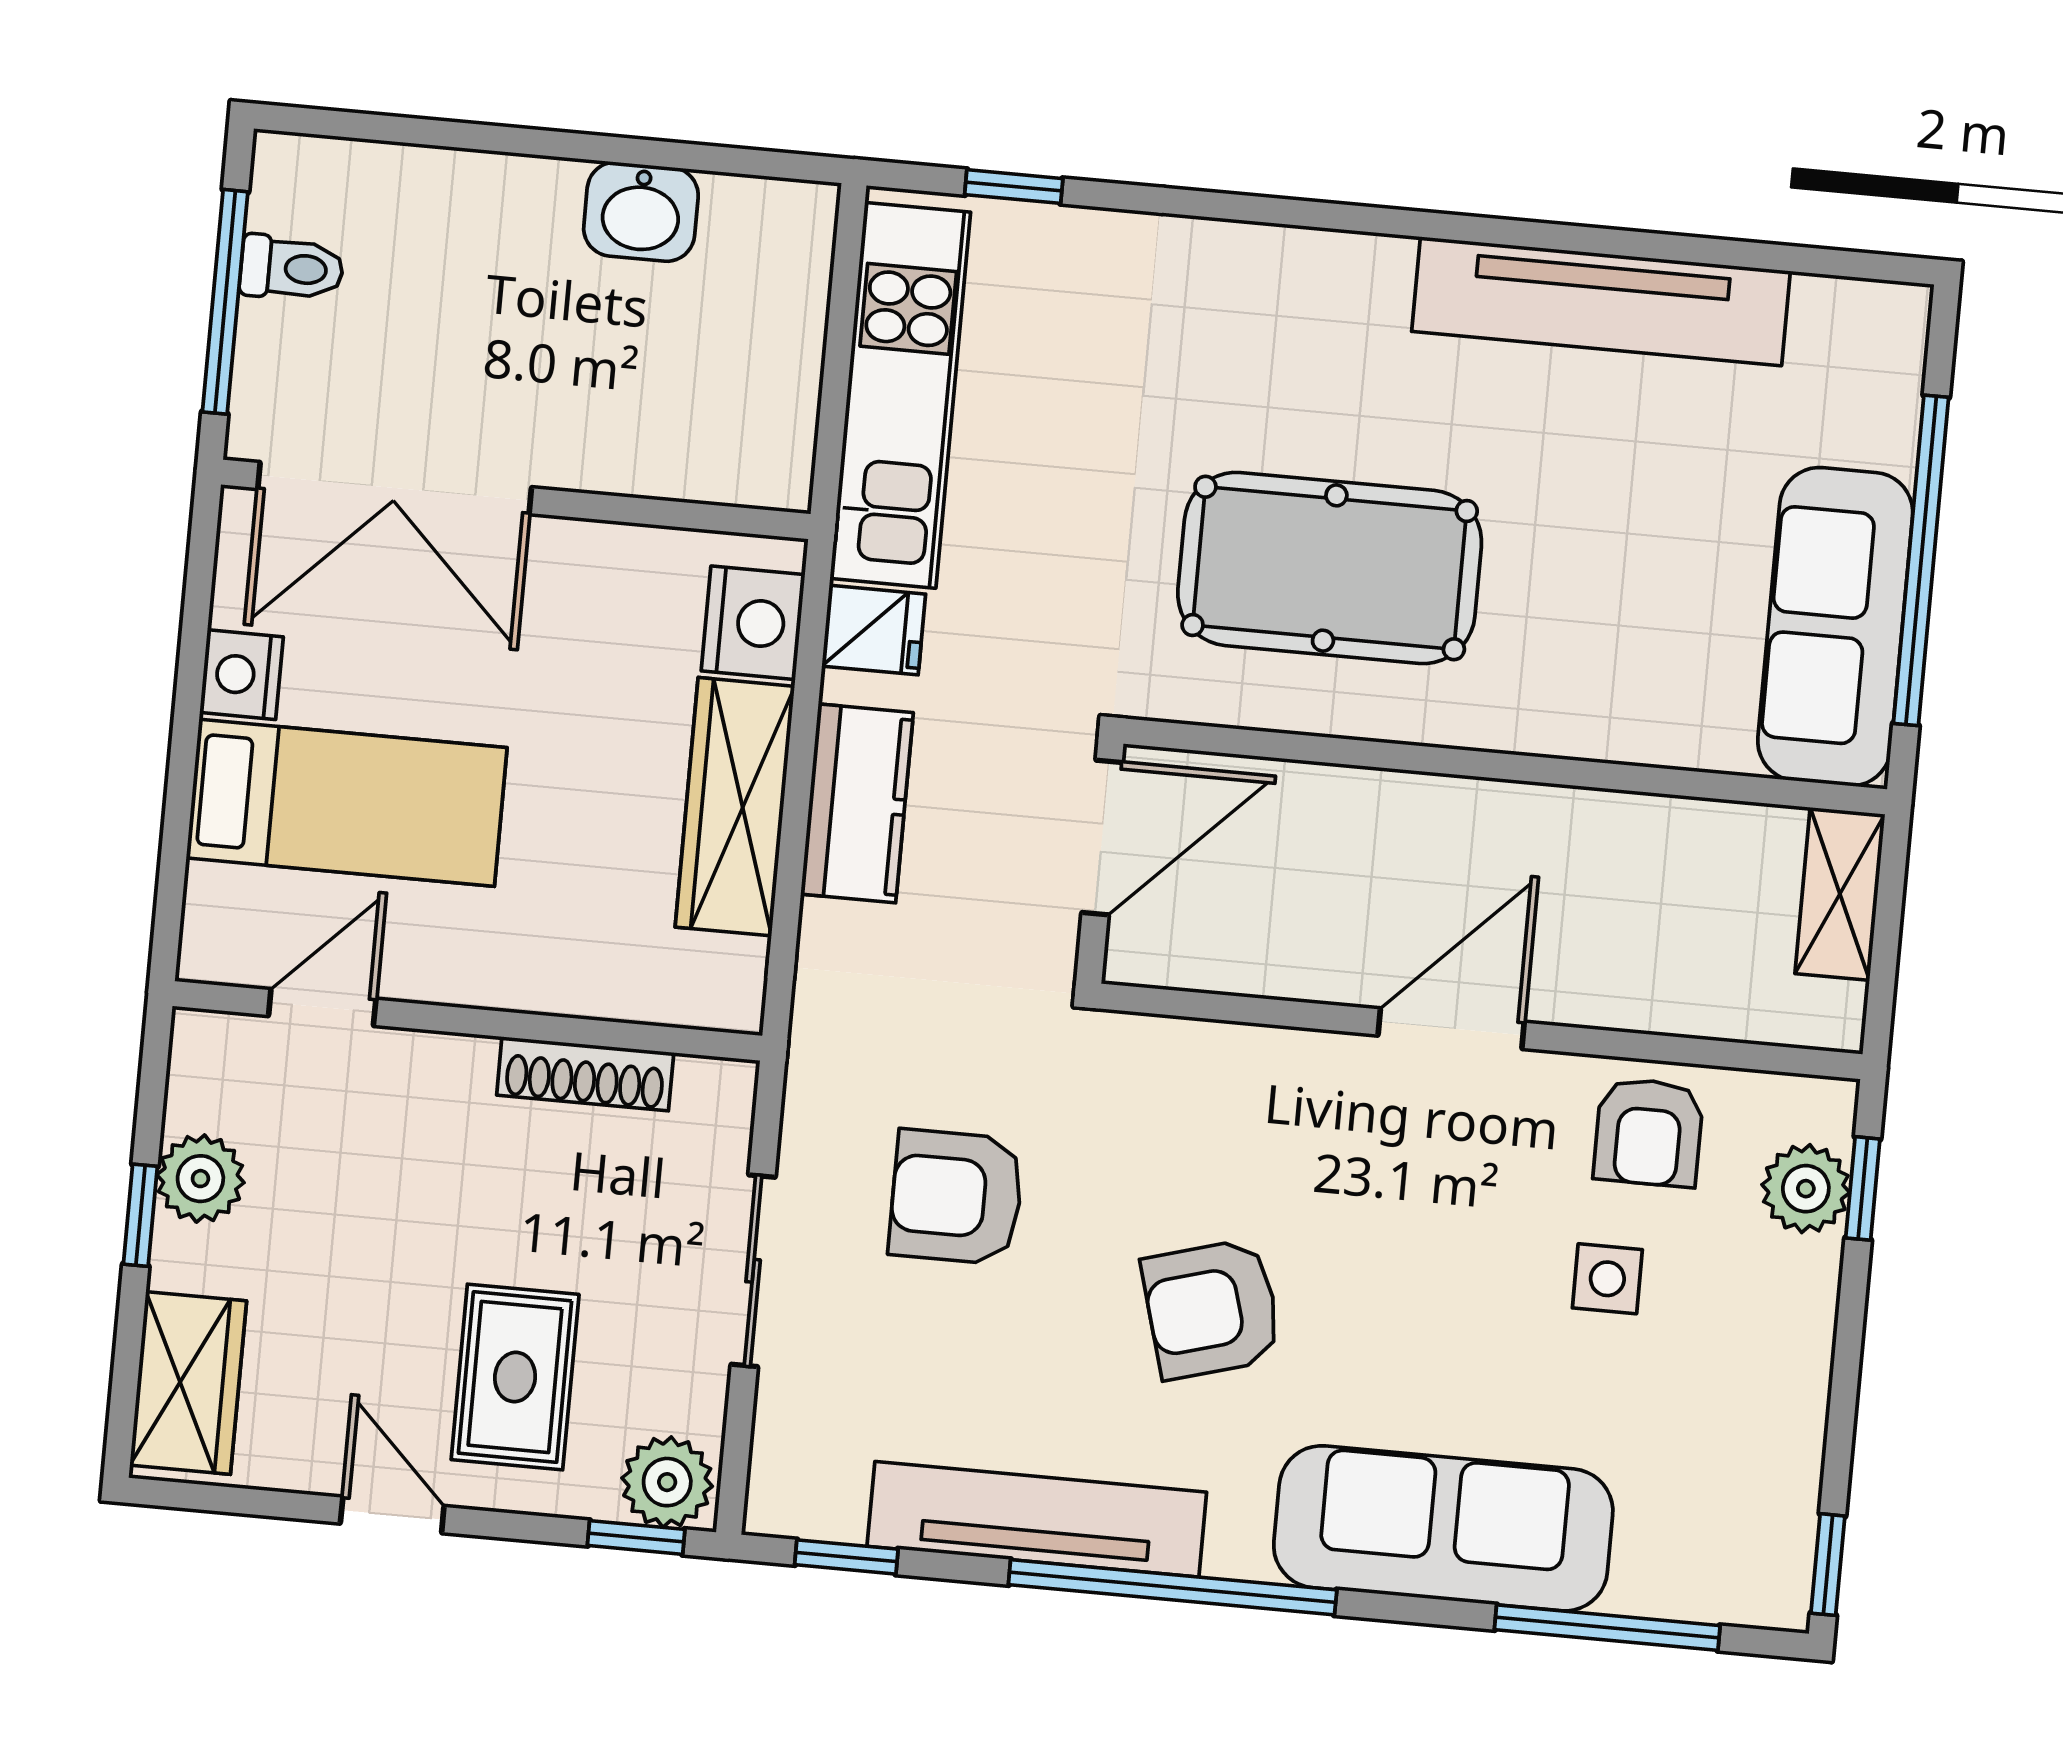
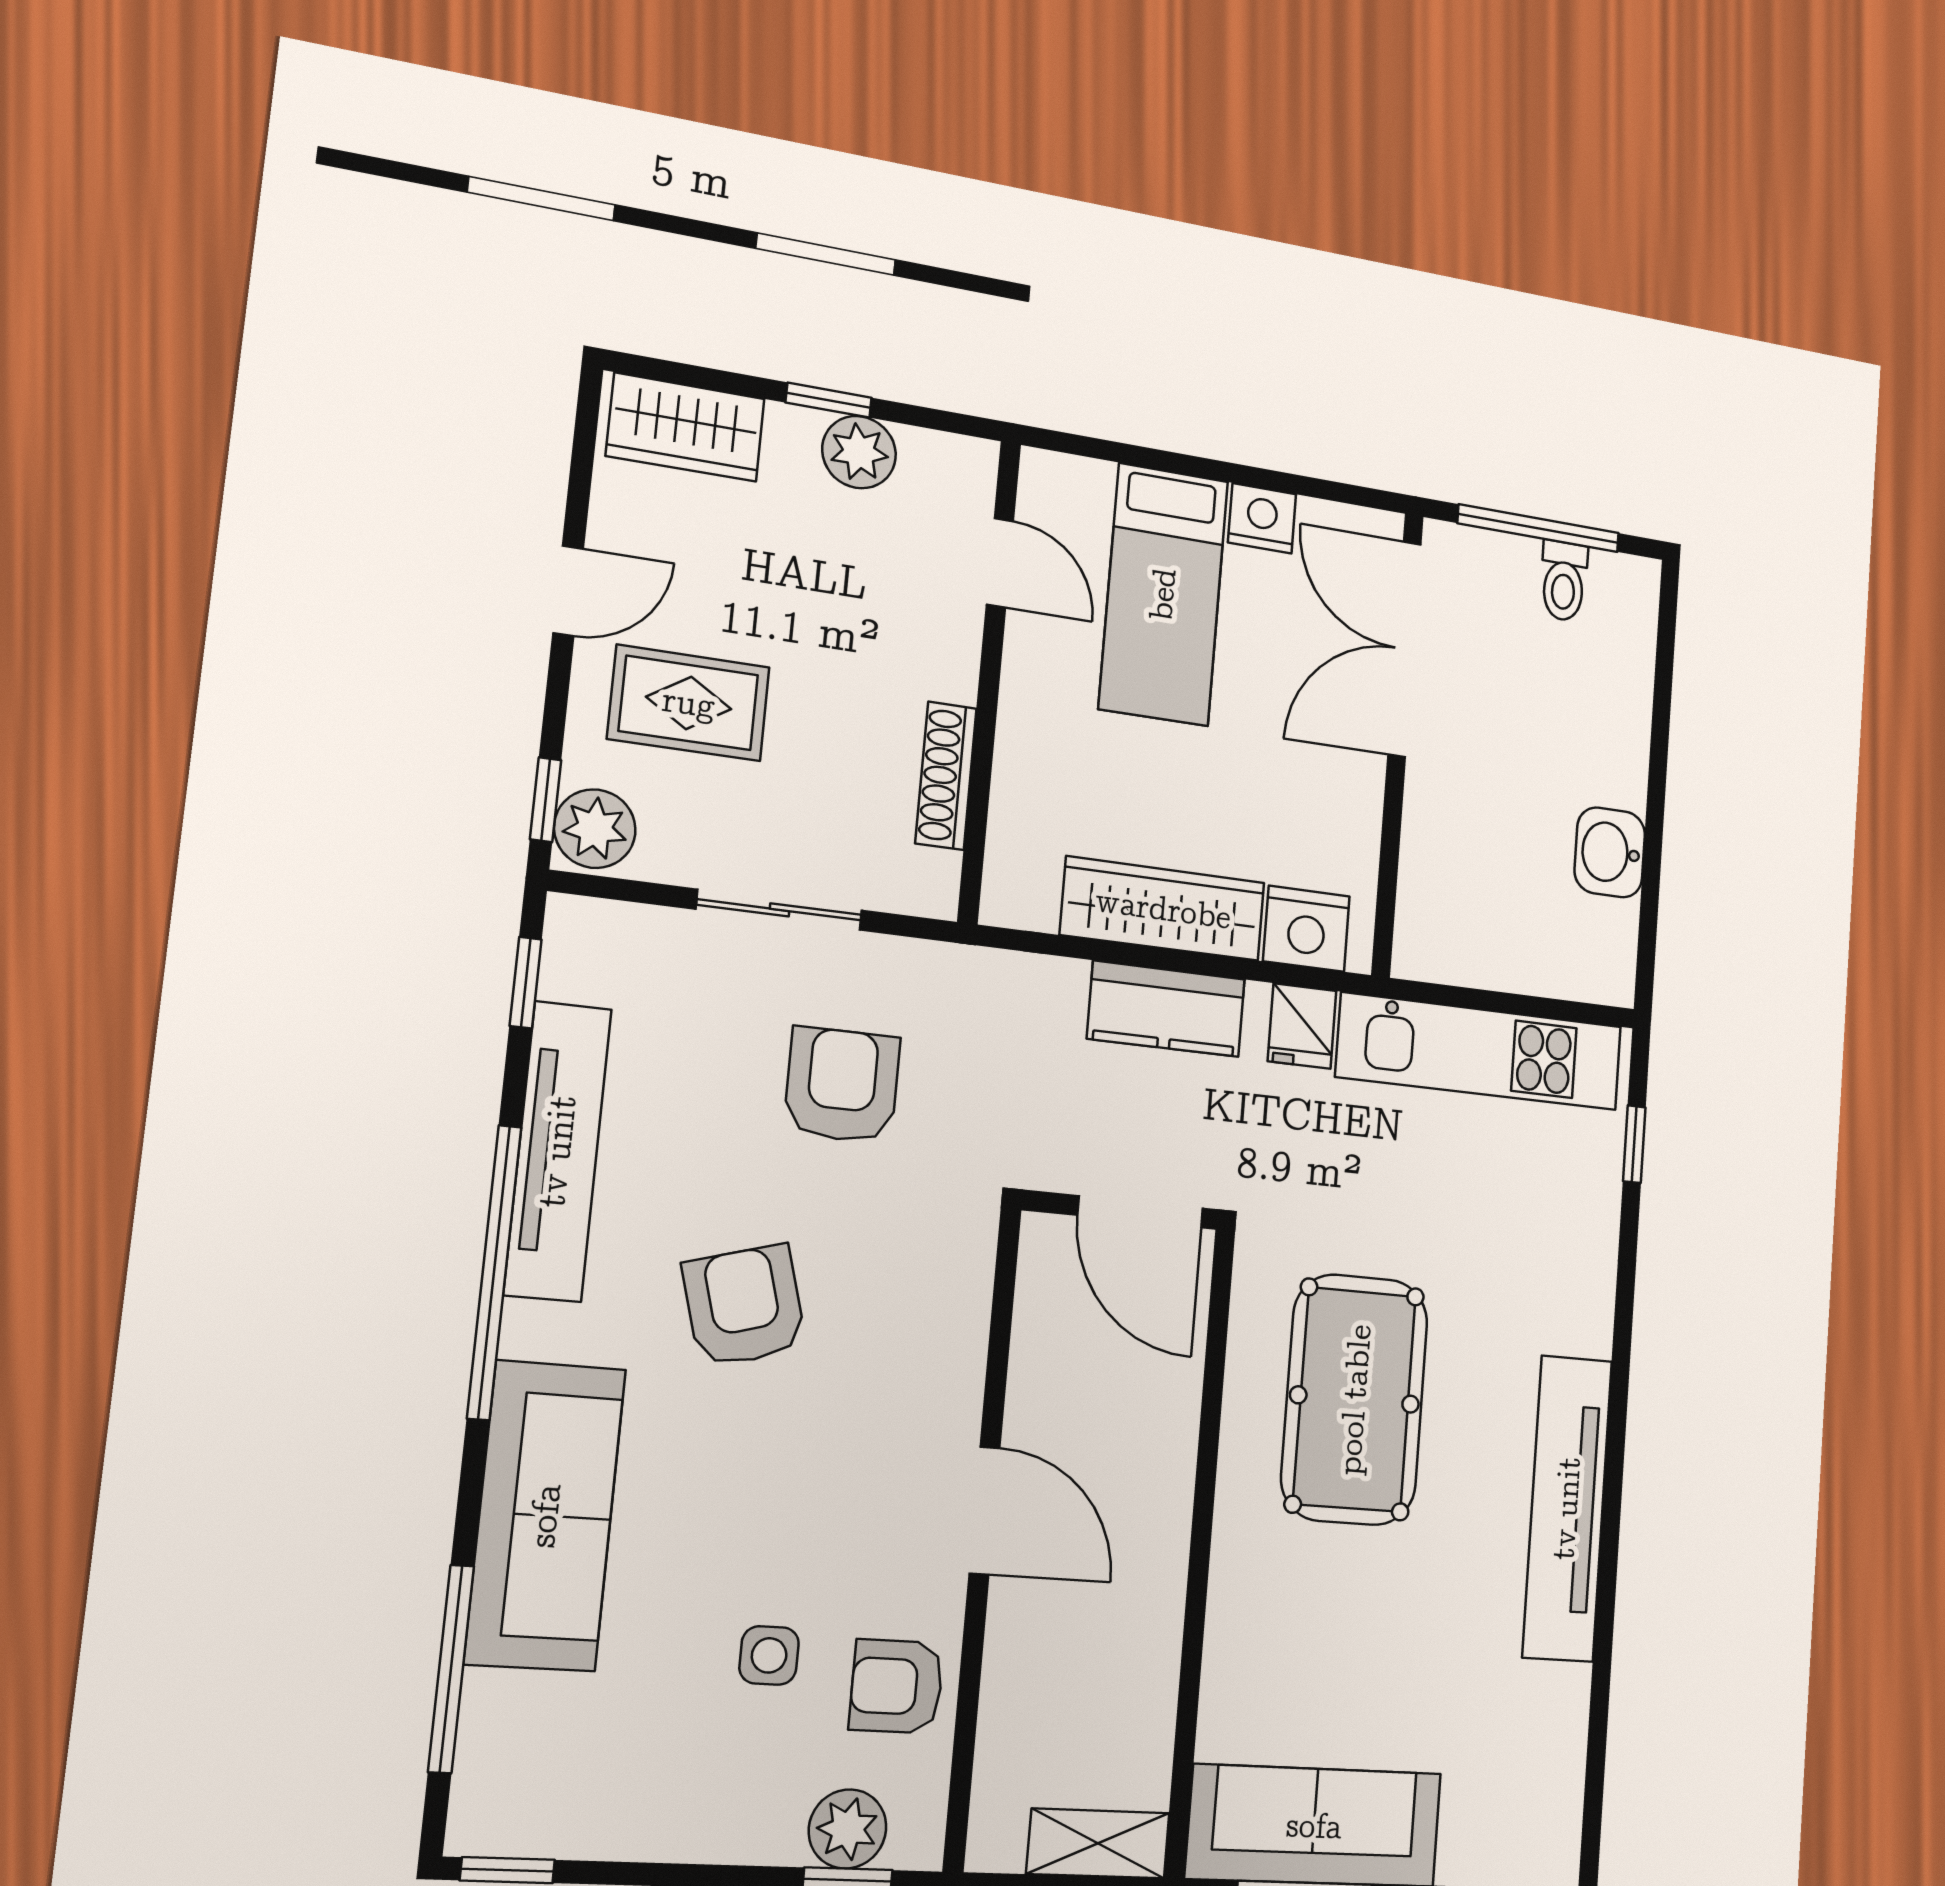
tv unit: (1601, 301) -> (1567, 1508), moved

